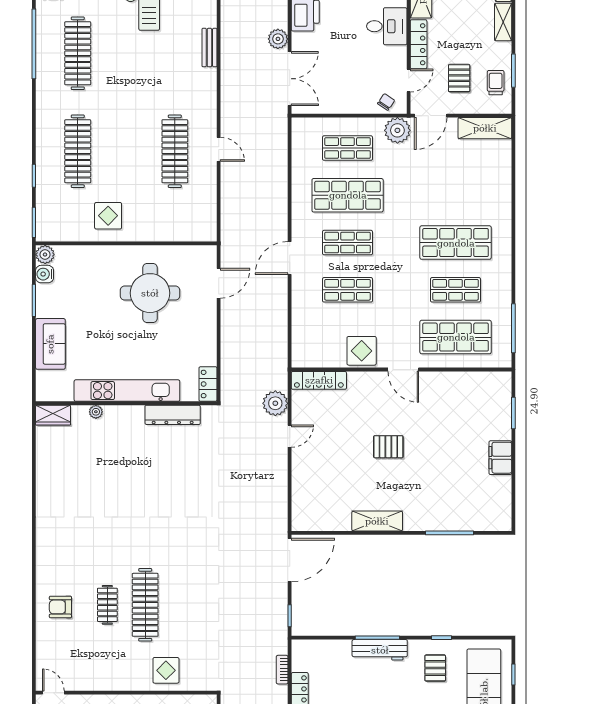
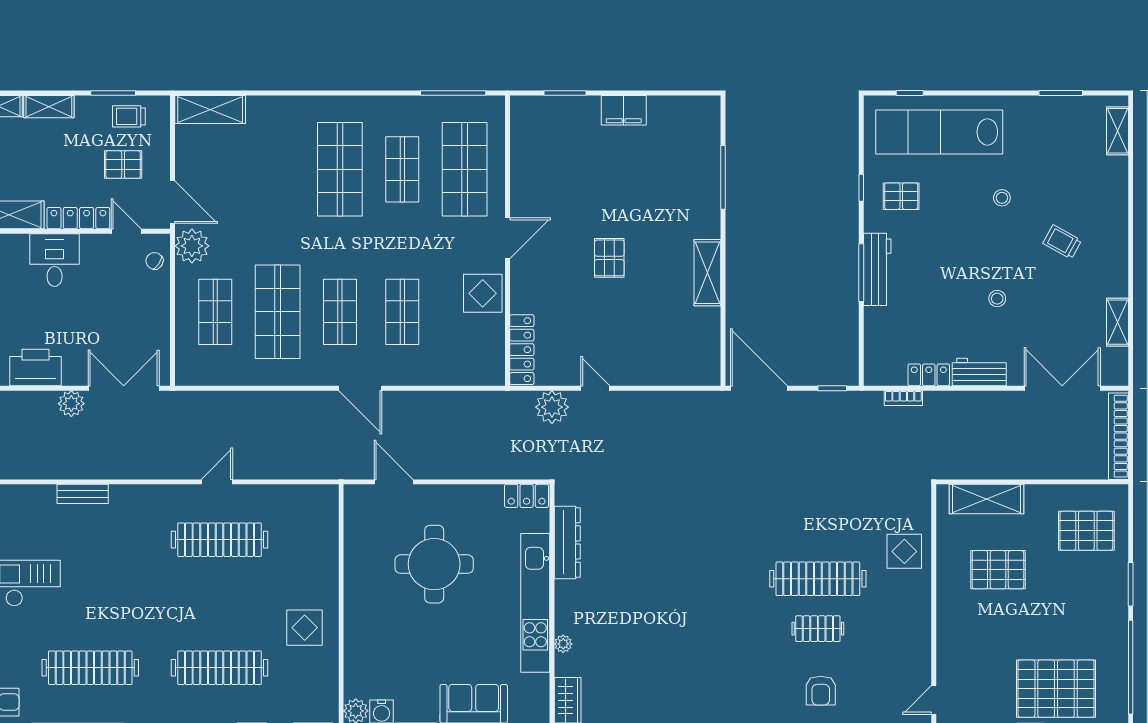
shelving: (485, 128) -> (210, 109), moved, turned 90
round table: (150, 293) -> (434, 564), moved

